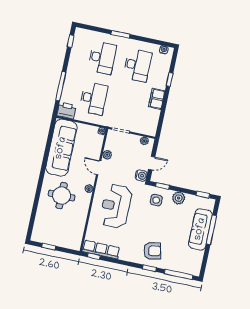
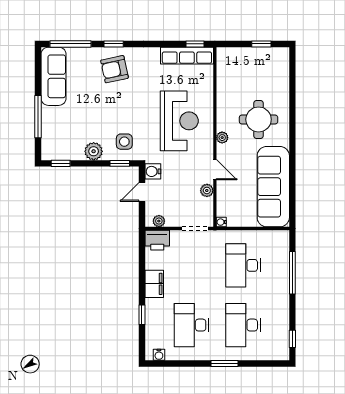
printer: (67, 111) -> (157, 240), moved
sofa: (200, 229) -> (54, 76), moved

